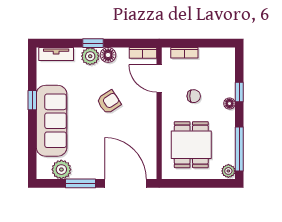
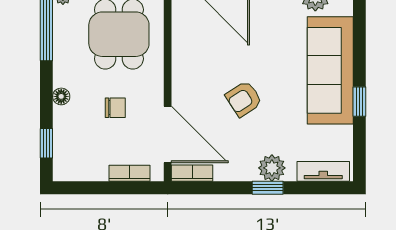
floor lamp: (108, 55) -> (245, 170), removed
door: (159, 78) -> (168, 134), width x1.36
window: (239, 92) -> (46, 143), moved
chair: (194, 96) -> (115, 108), turned 180

